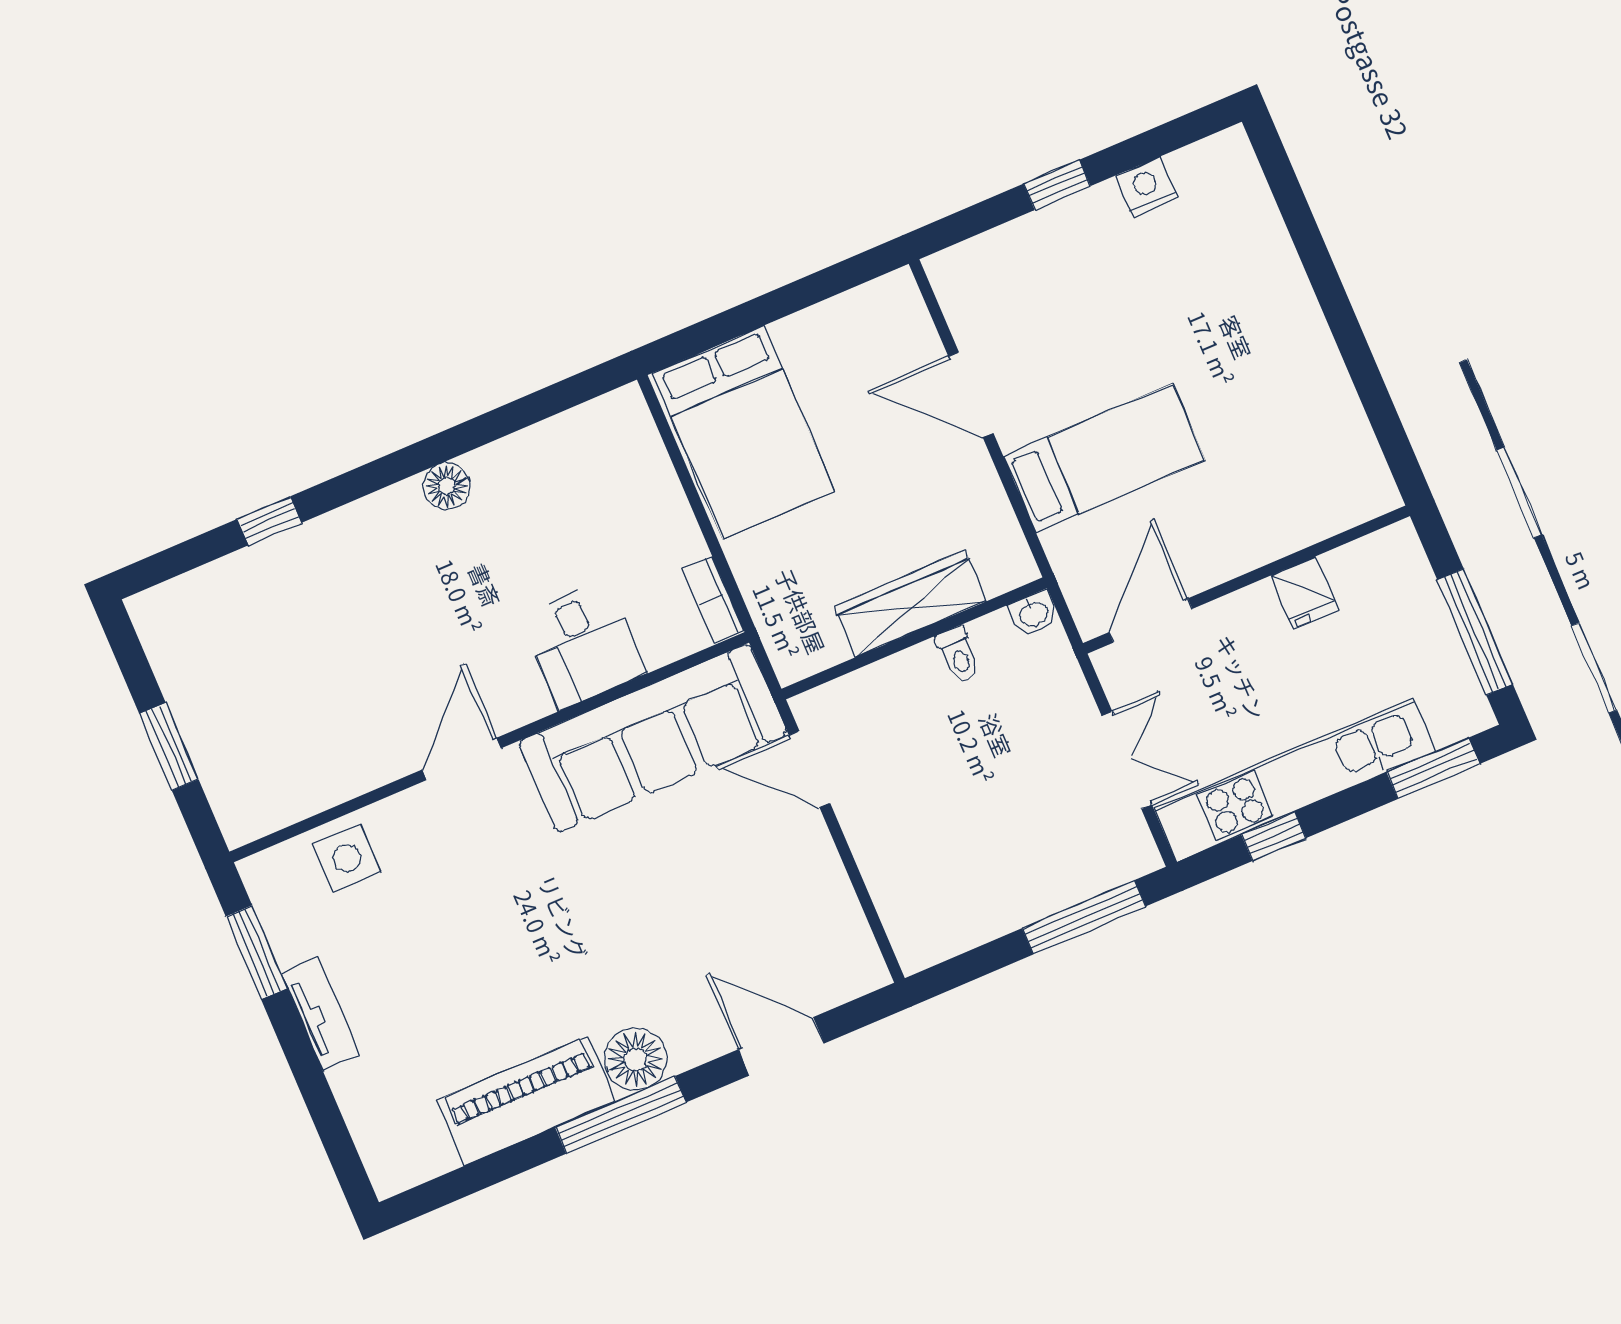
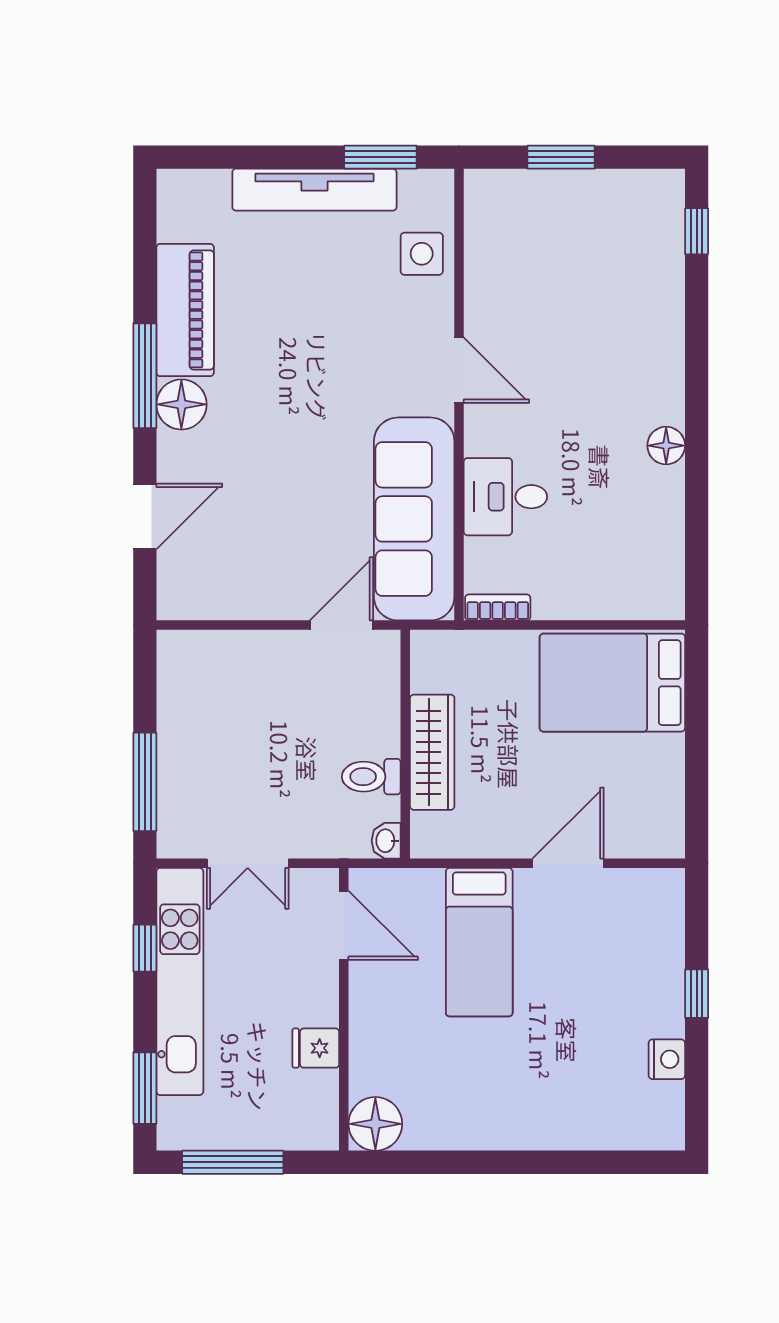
floor lamp: (1362, 488) -> (375, 1124), added
window: (269, 521) -> (697, 231), moved
toilet: (958, 654) -> (371, 777), width x1.37, depth x1.39
tv unit: (321, 1014) -> (314, 190), width x1.92, depth x1.29

